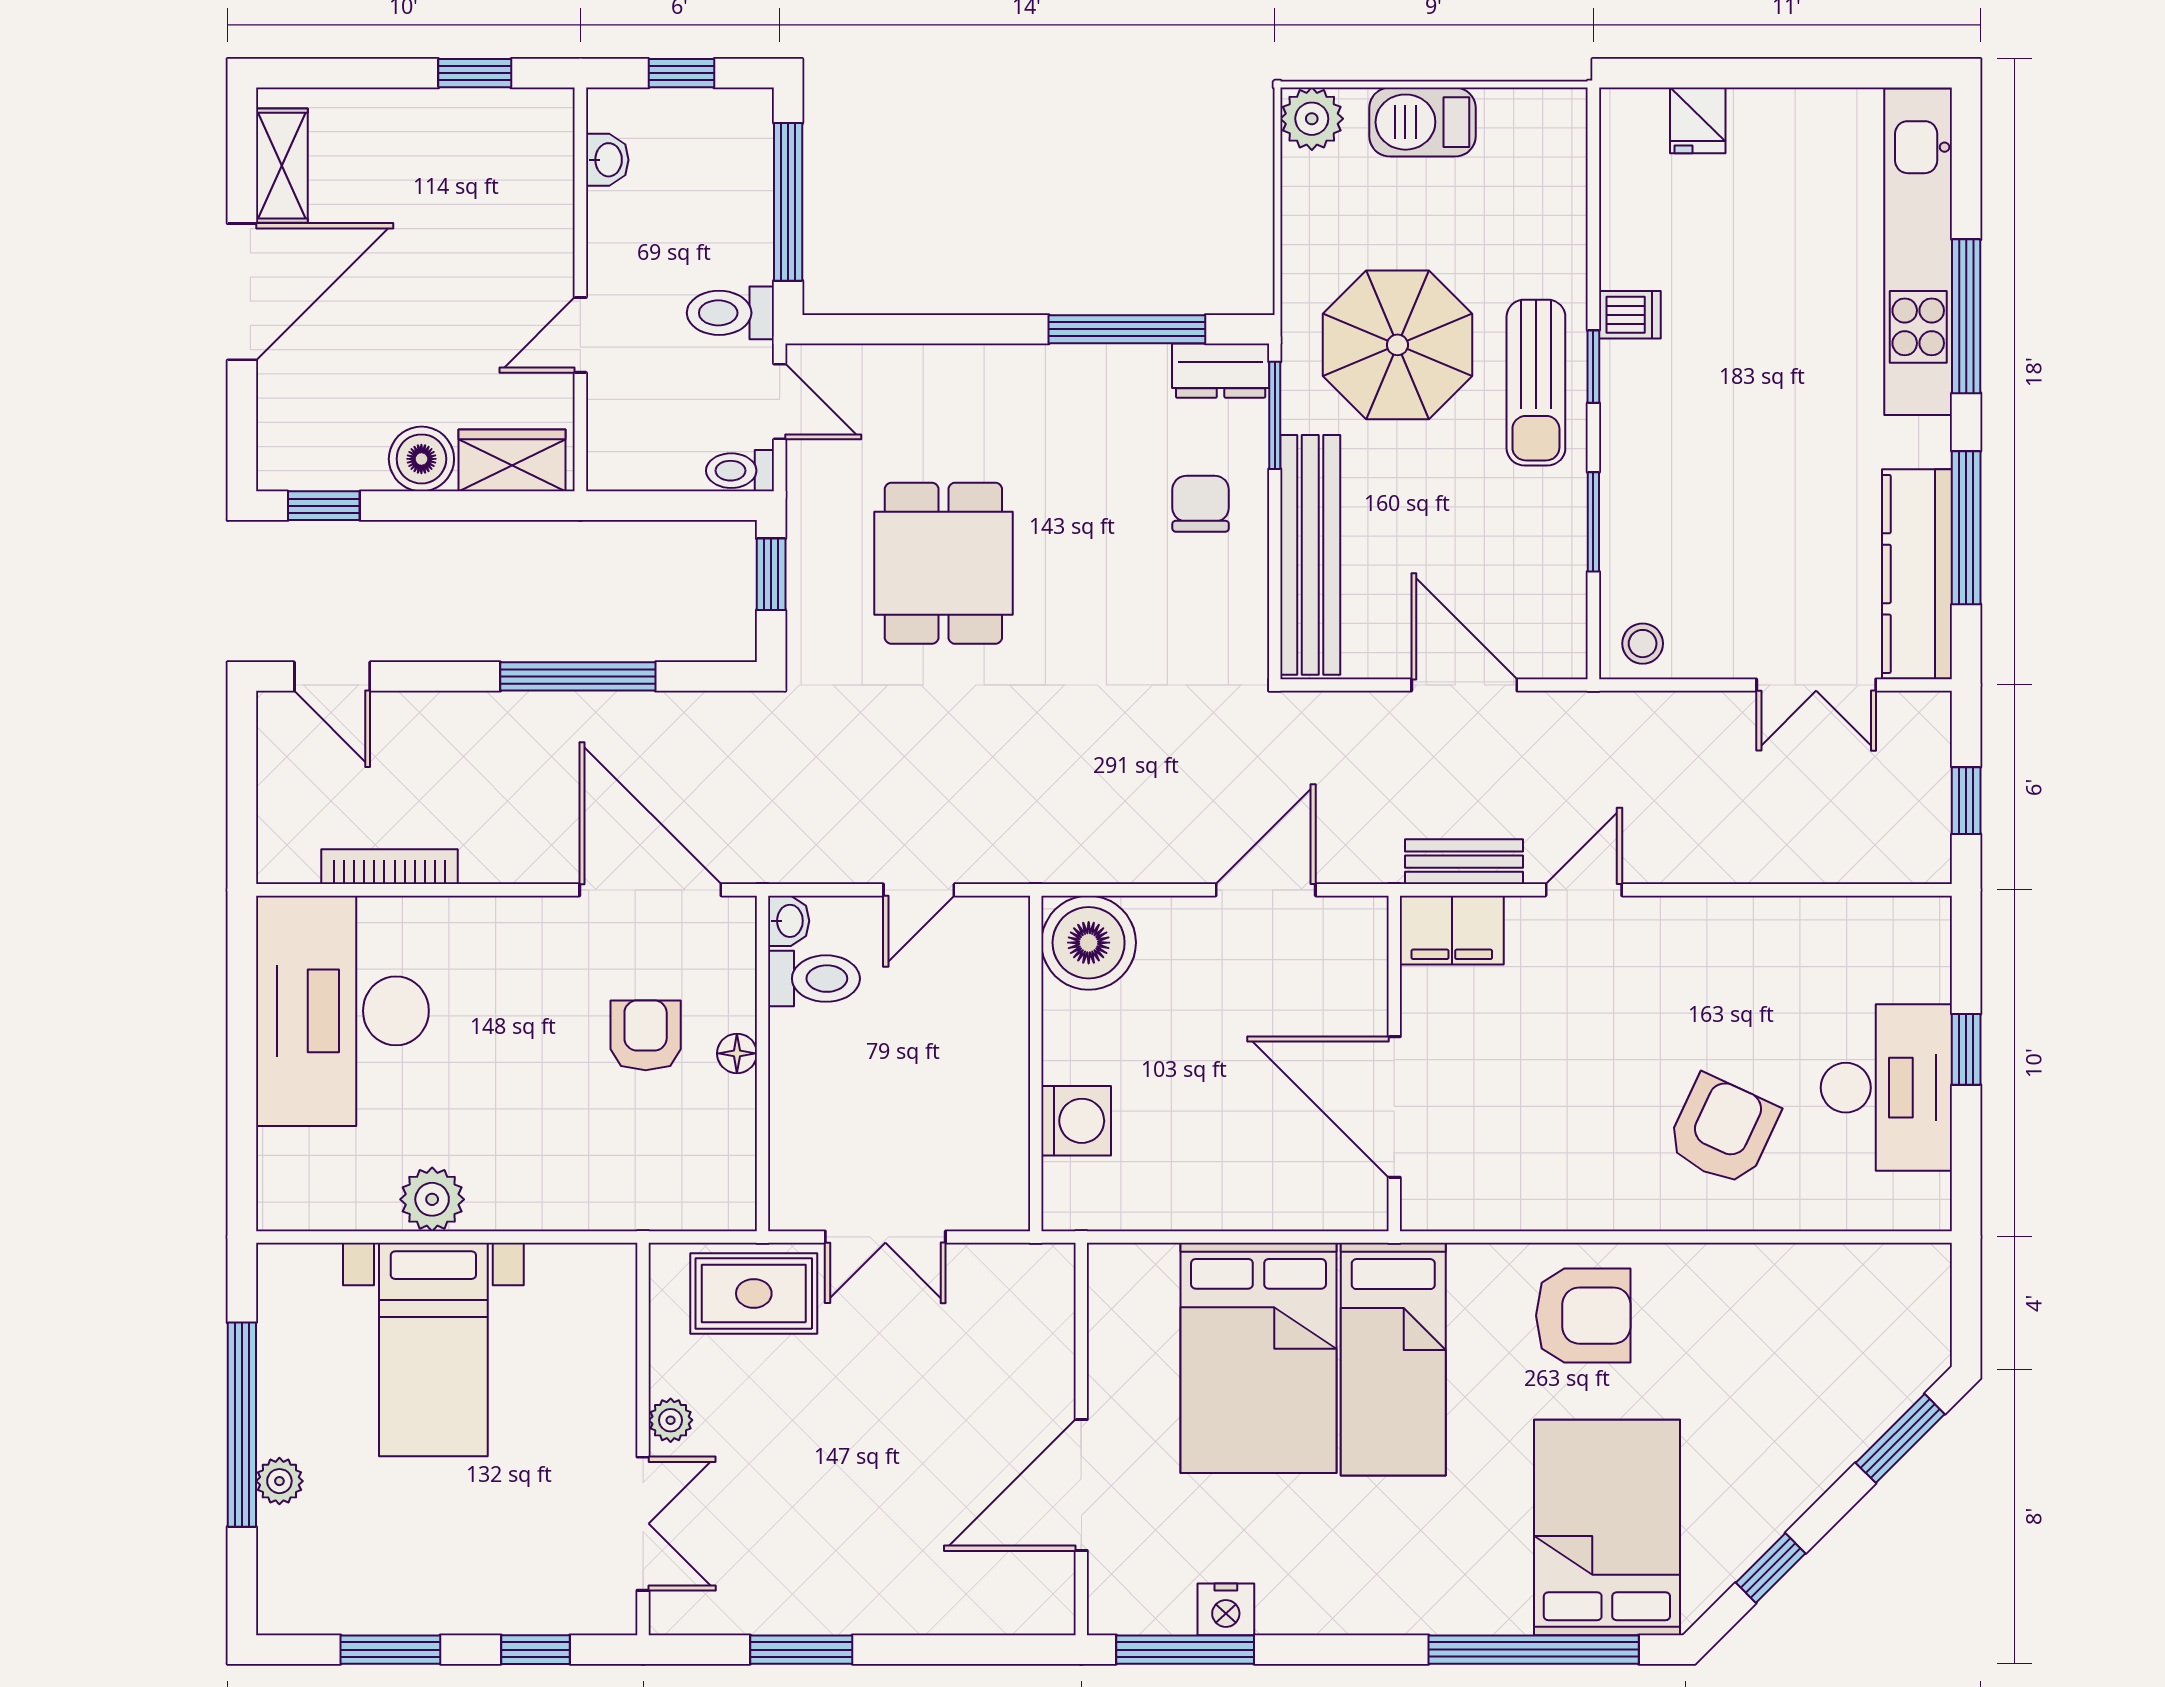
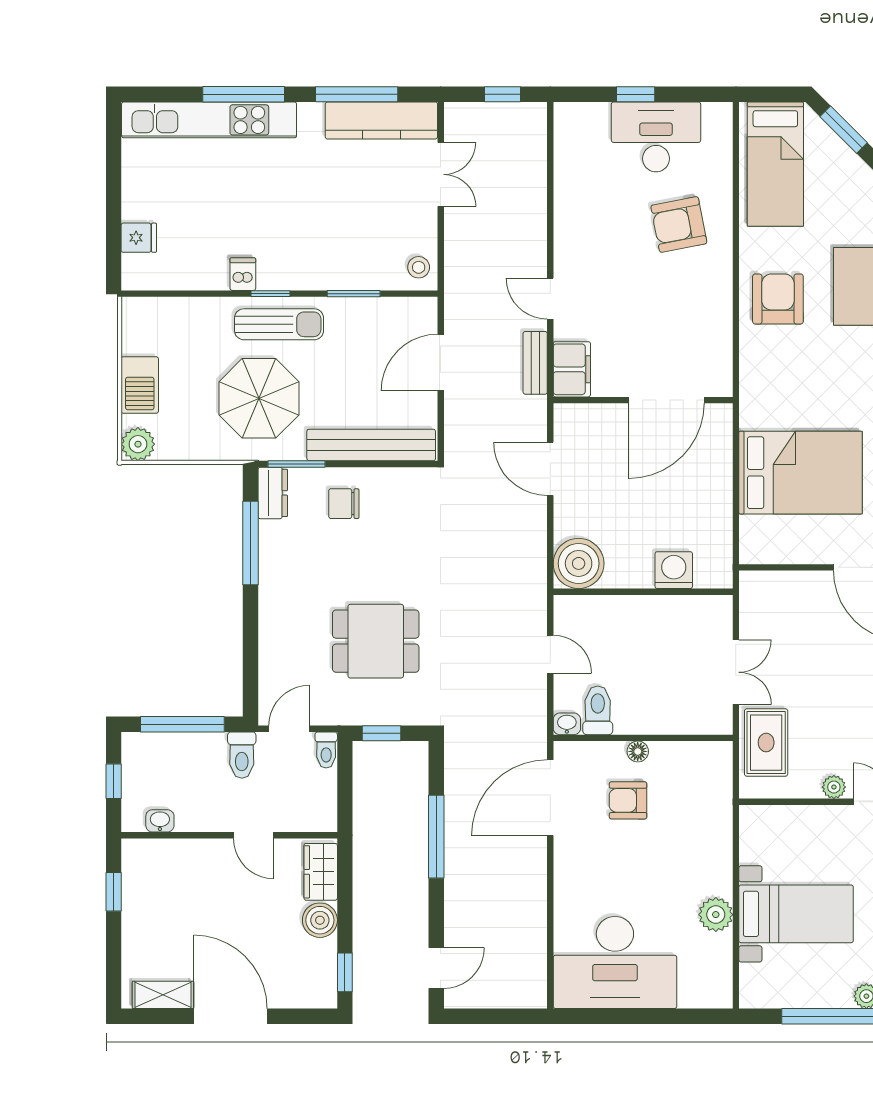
bookcase: (390, 867) -> (538, 937), removed
armchair: (1723, 1130) -> (679, 224), turned -36
bed: (1393, 1359) -> (775, 164), moved, turned 90

